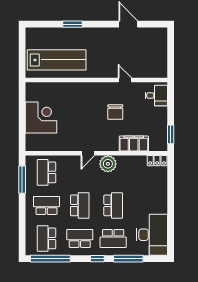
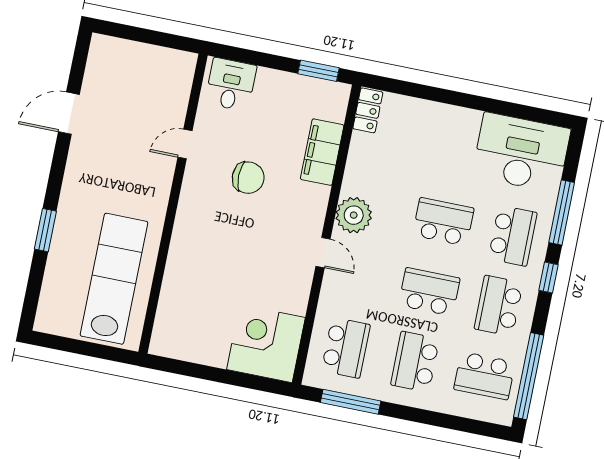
corner desk: (41, 117) -> (266, 344), moved
school desk: (46, 172) -> (346, 348), turned -90

